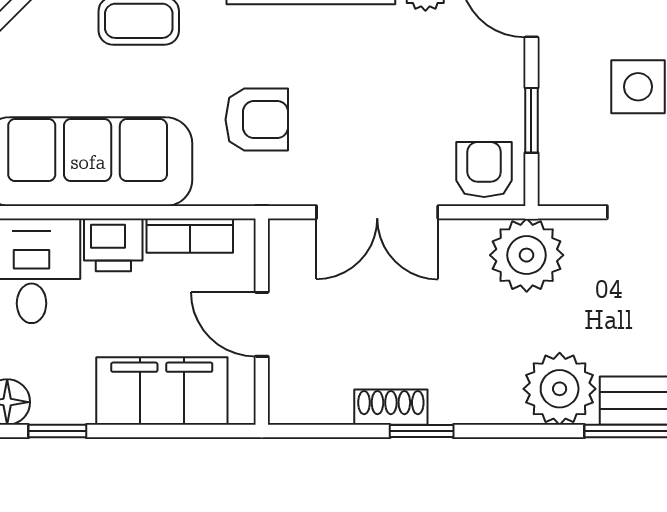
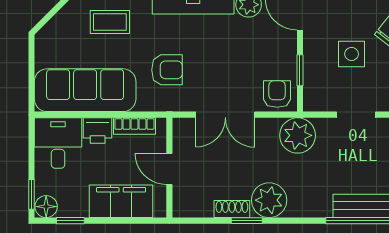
plant: (560, 389) -> (269, 200), moved

